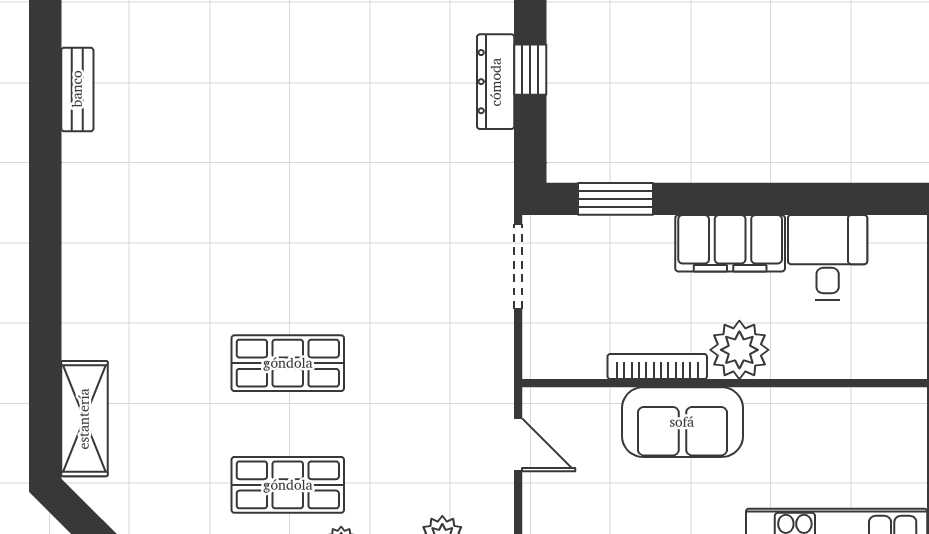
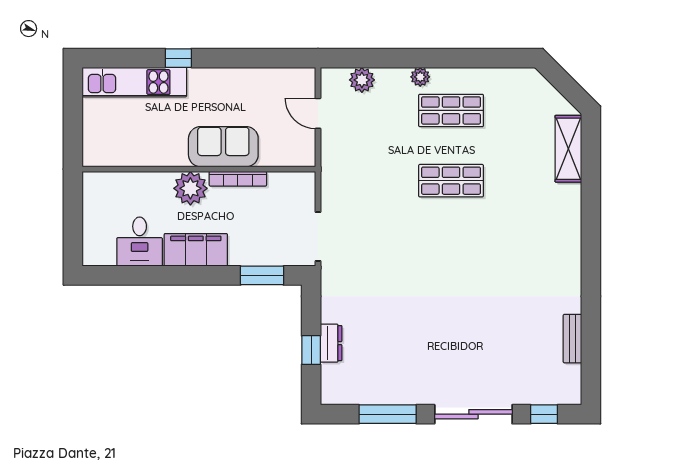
dresser: (496, 82) -> (331, 343), width x0.70
door: (518, 445) -> (318, 113), moved

